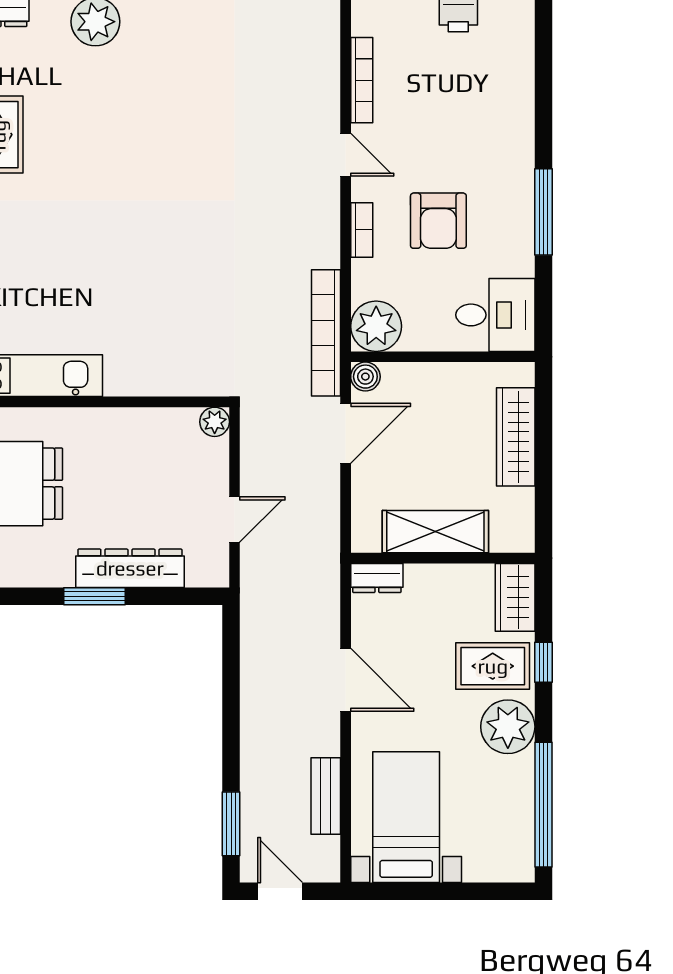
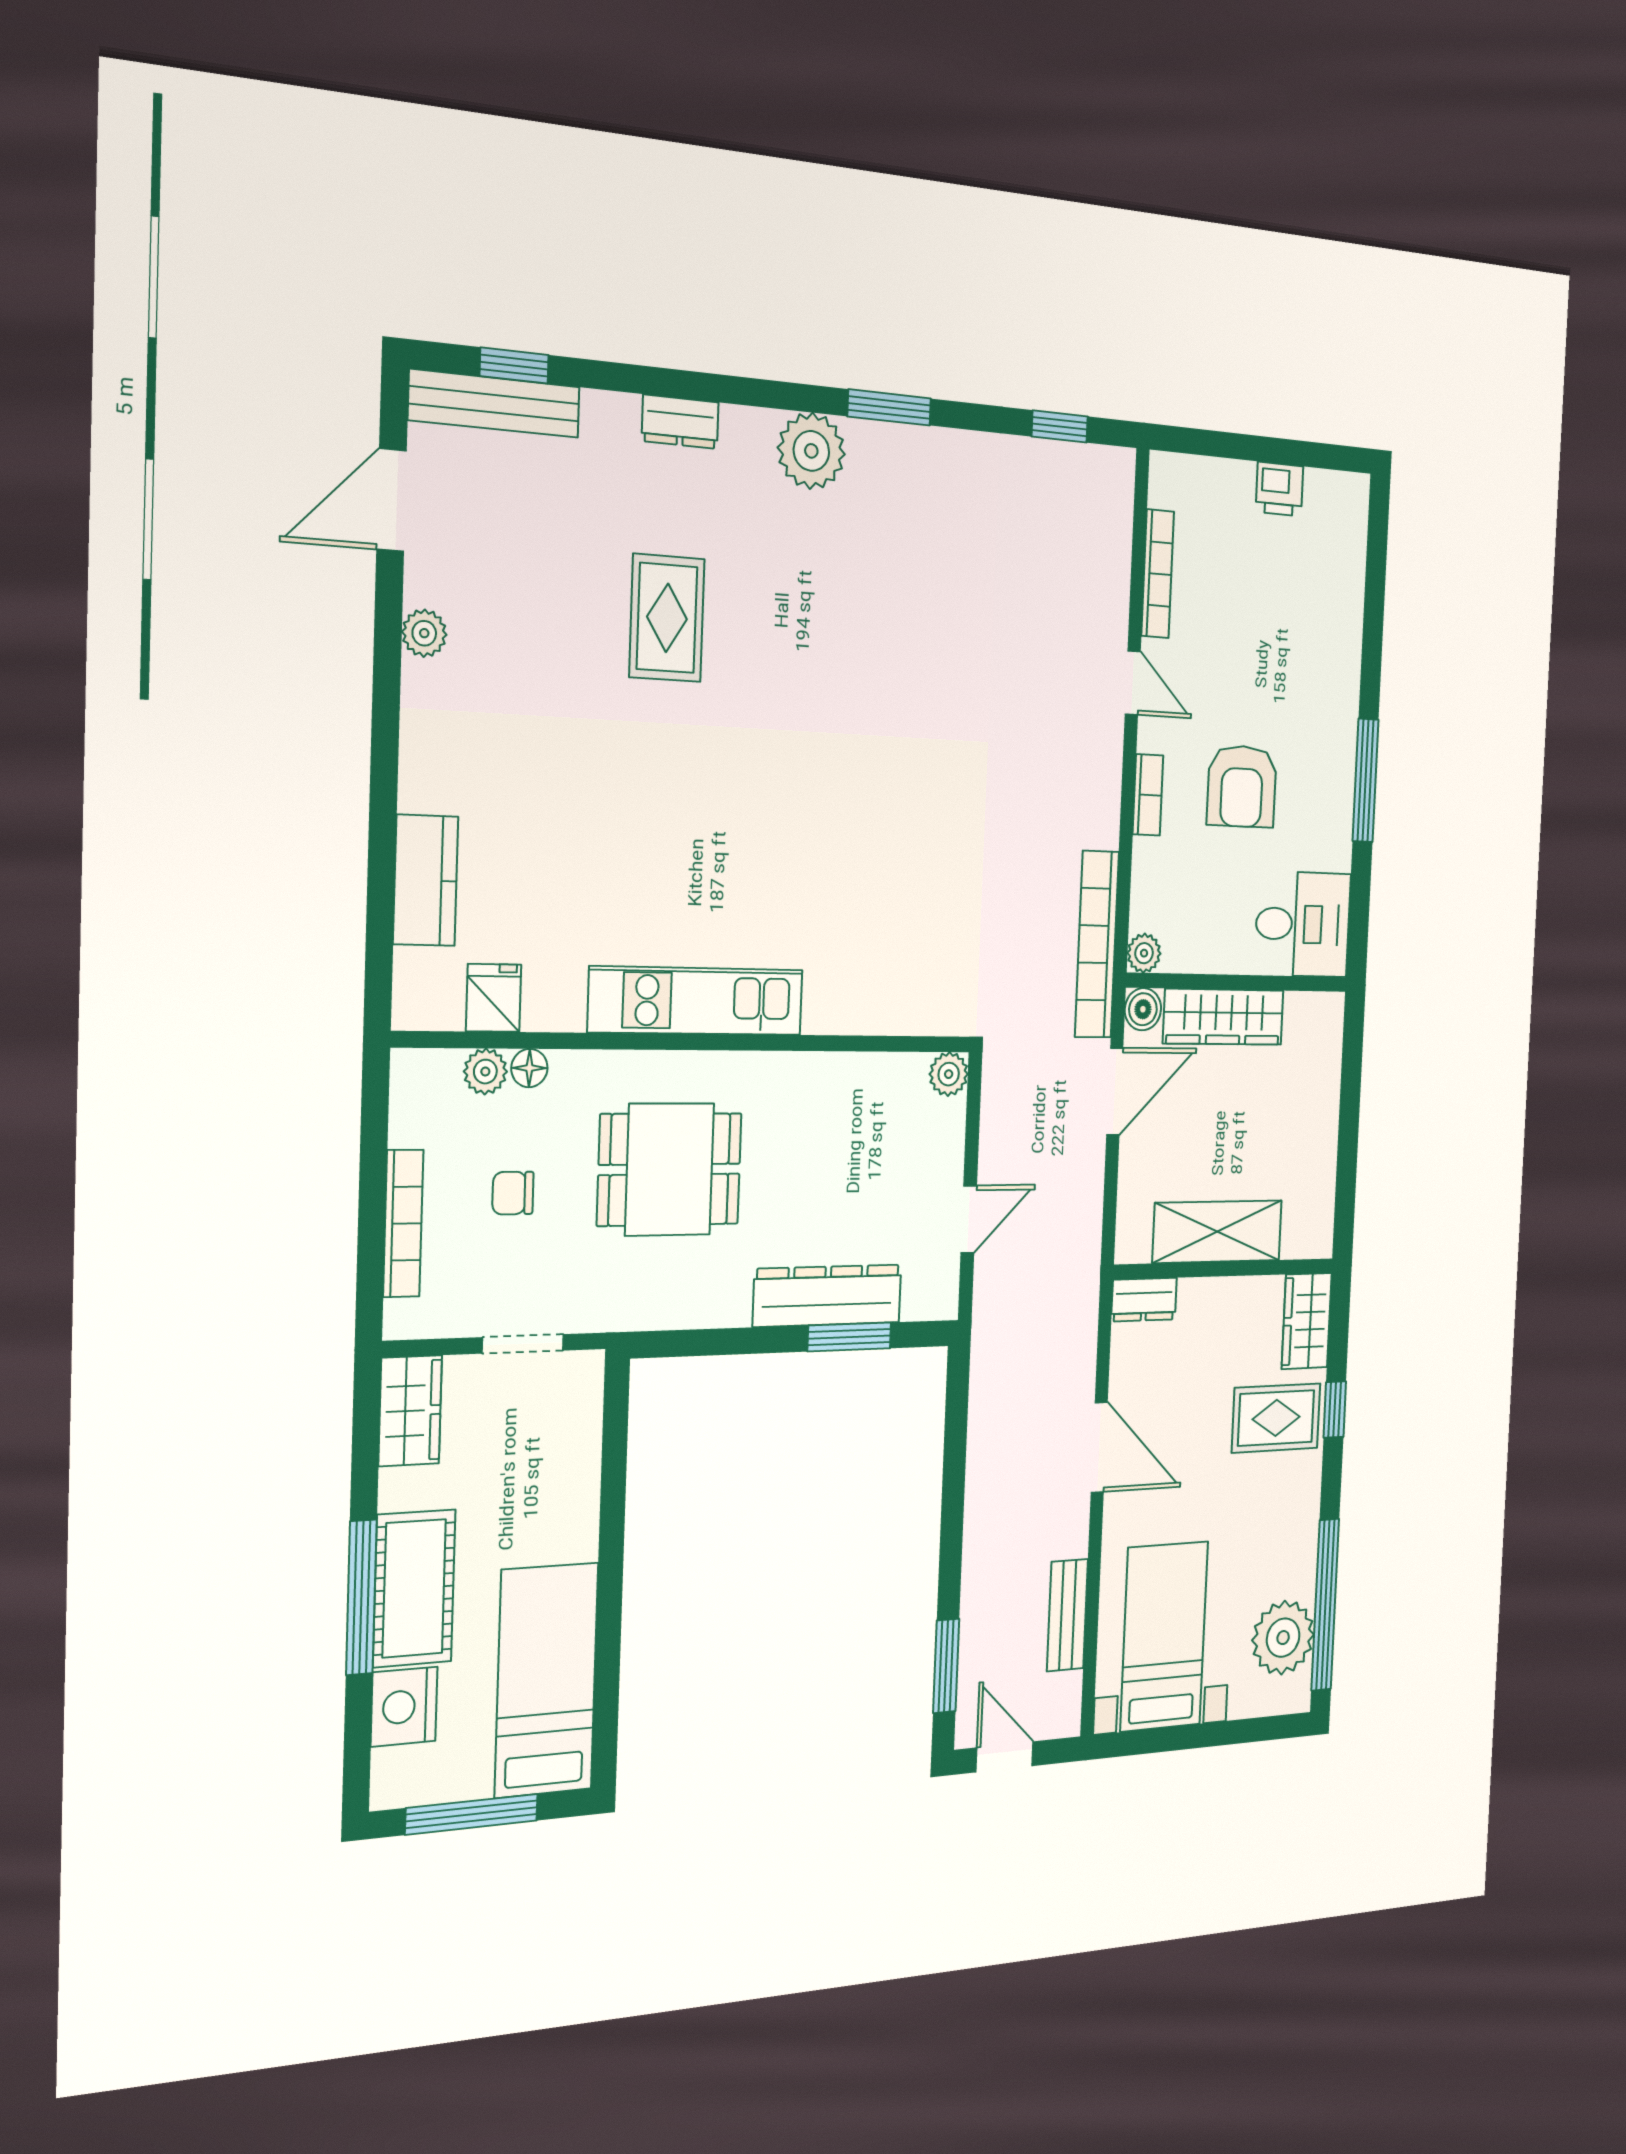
plant: (376, 326) -> (1144, 953), width x0.53, depth x0.53
wardrobe: (516, 437) -> (1224, 1017), moved, turned -90
window: (94, 596) -> (849, 1337), moved
plant: (508, 727) -> (1283, 1638), moved

